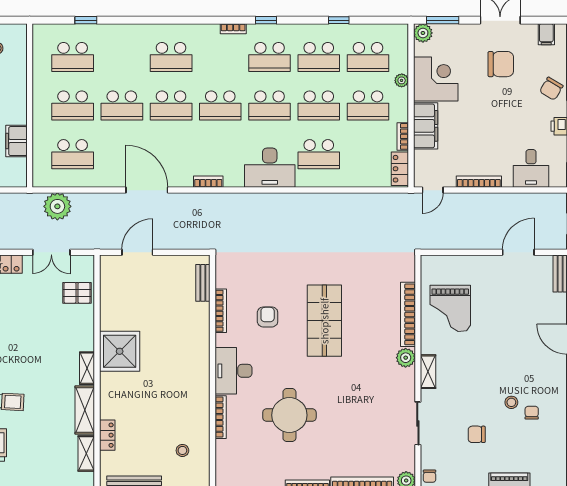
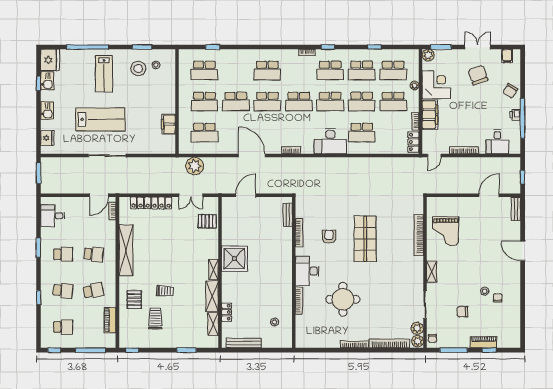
chair: (501, 64) -> (478, 75), turned -109
plant: (406, 358) -> (417, 328), moved

